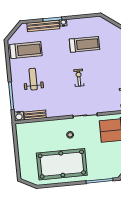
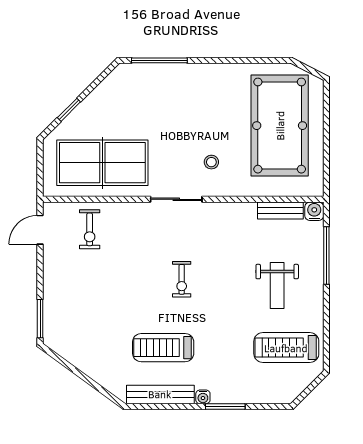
bench: (43, 26) -> (160, 394), moved
pool table: (62, 164) -> (280, 126), moved, turned 90

